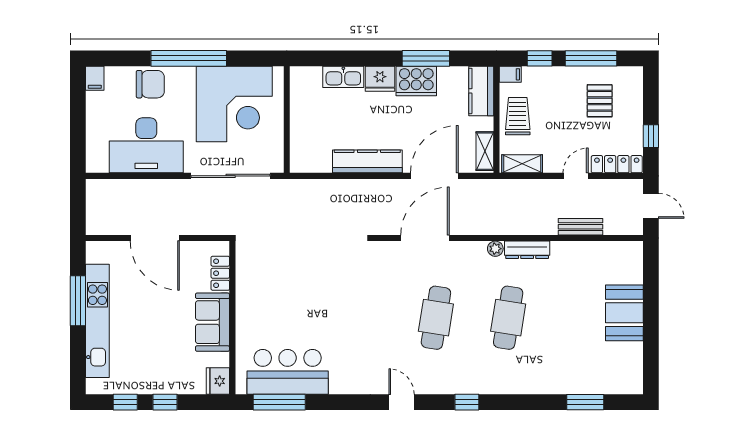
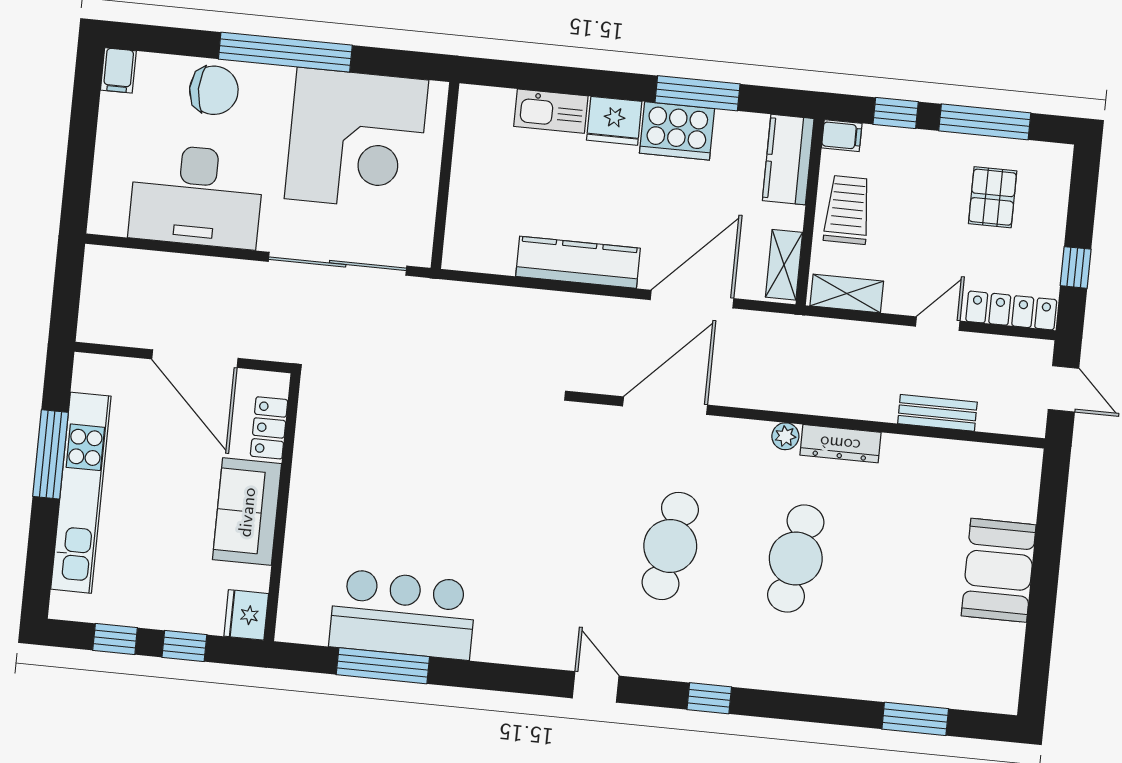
locker: (220, 273) -> (269, 428), moved
wall: (232, 318) -> (282, 507), moved
sofa: (212, 322) -> (247, 512), moved
fridge: (218, 381) -> (246, 615), moved

